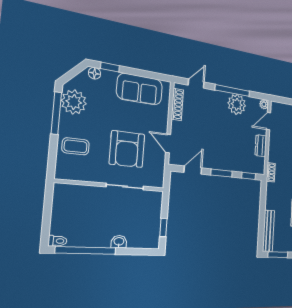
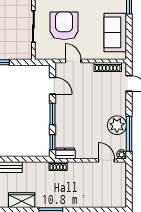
window: (232, 91) -> (129, 134), moved
door: (168, 143) -> (73, 61), hinge flipped
dresser: (261, 146) -> (65, 154), moved
armchair: (127, 149) -> (64, 26), turned 90

